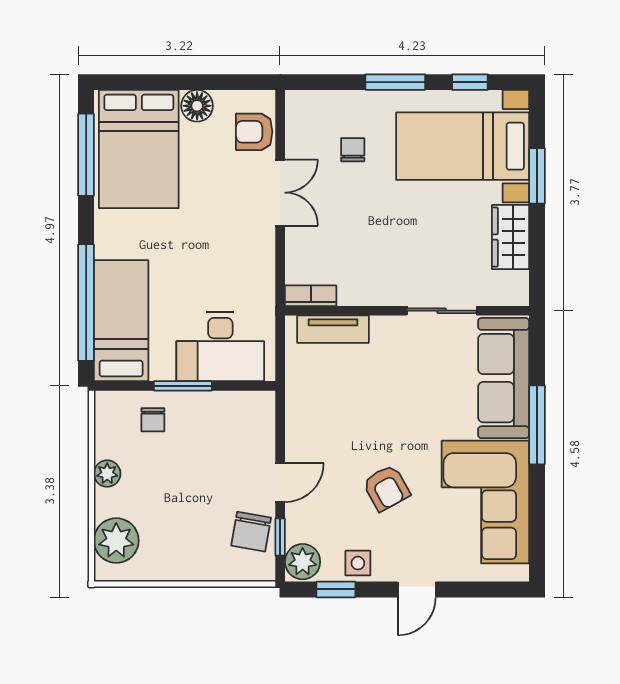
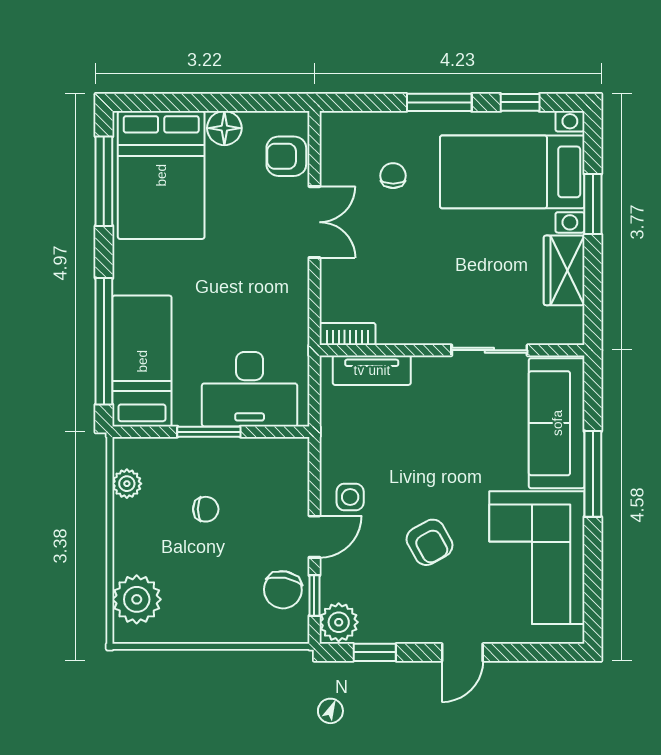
chair: (153, 420) -> (206, 509), moved, turned -90
plant: (107, 474) -> (127, 484), moved
side table: (358, 563) -> (350, 497), moved

